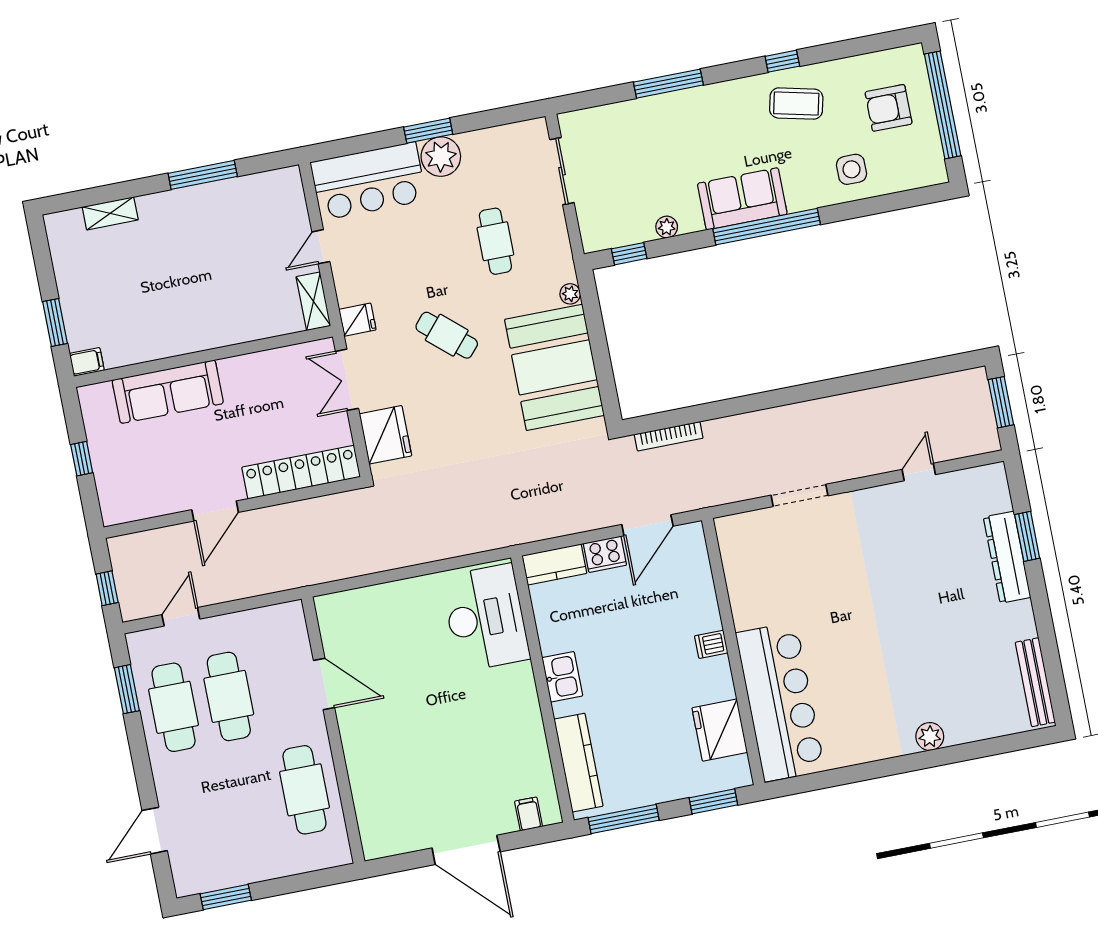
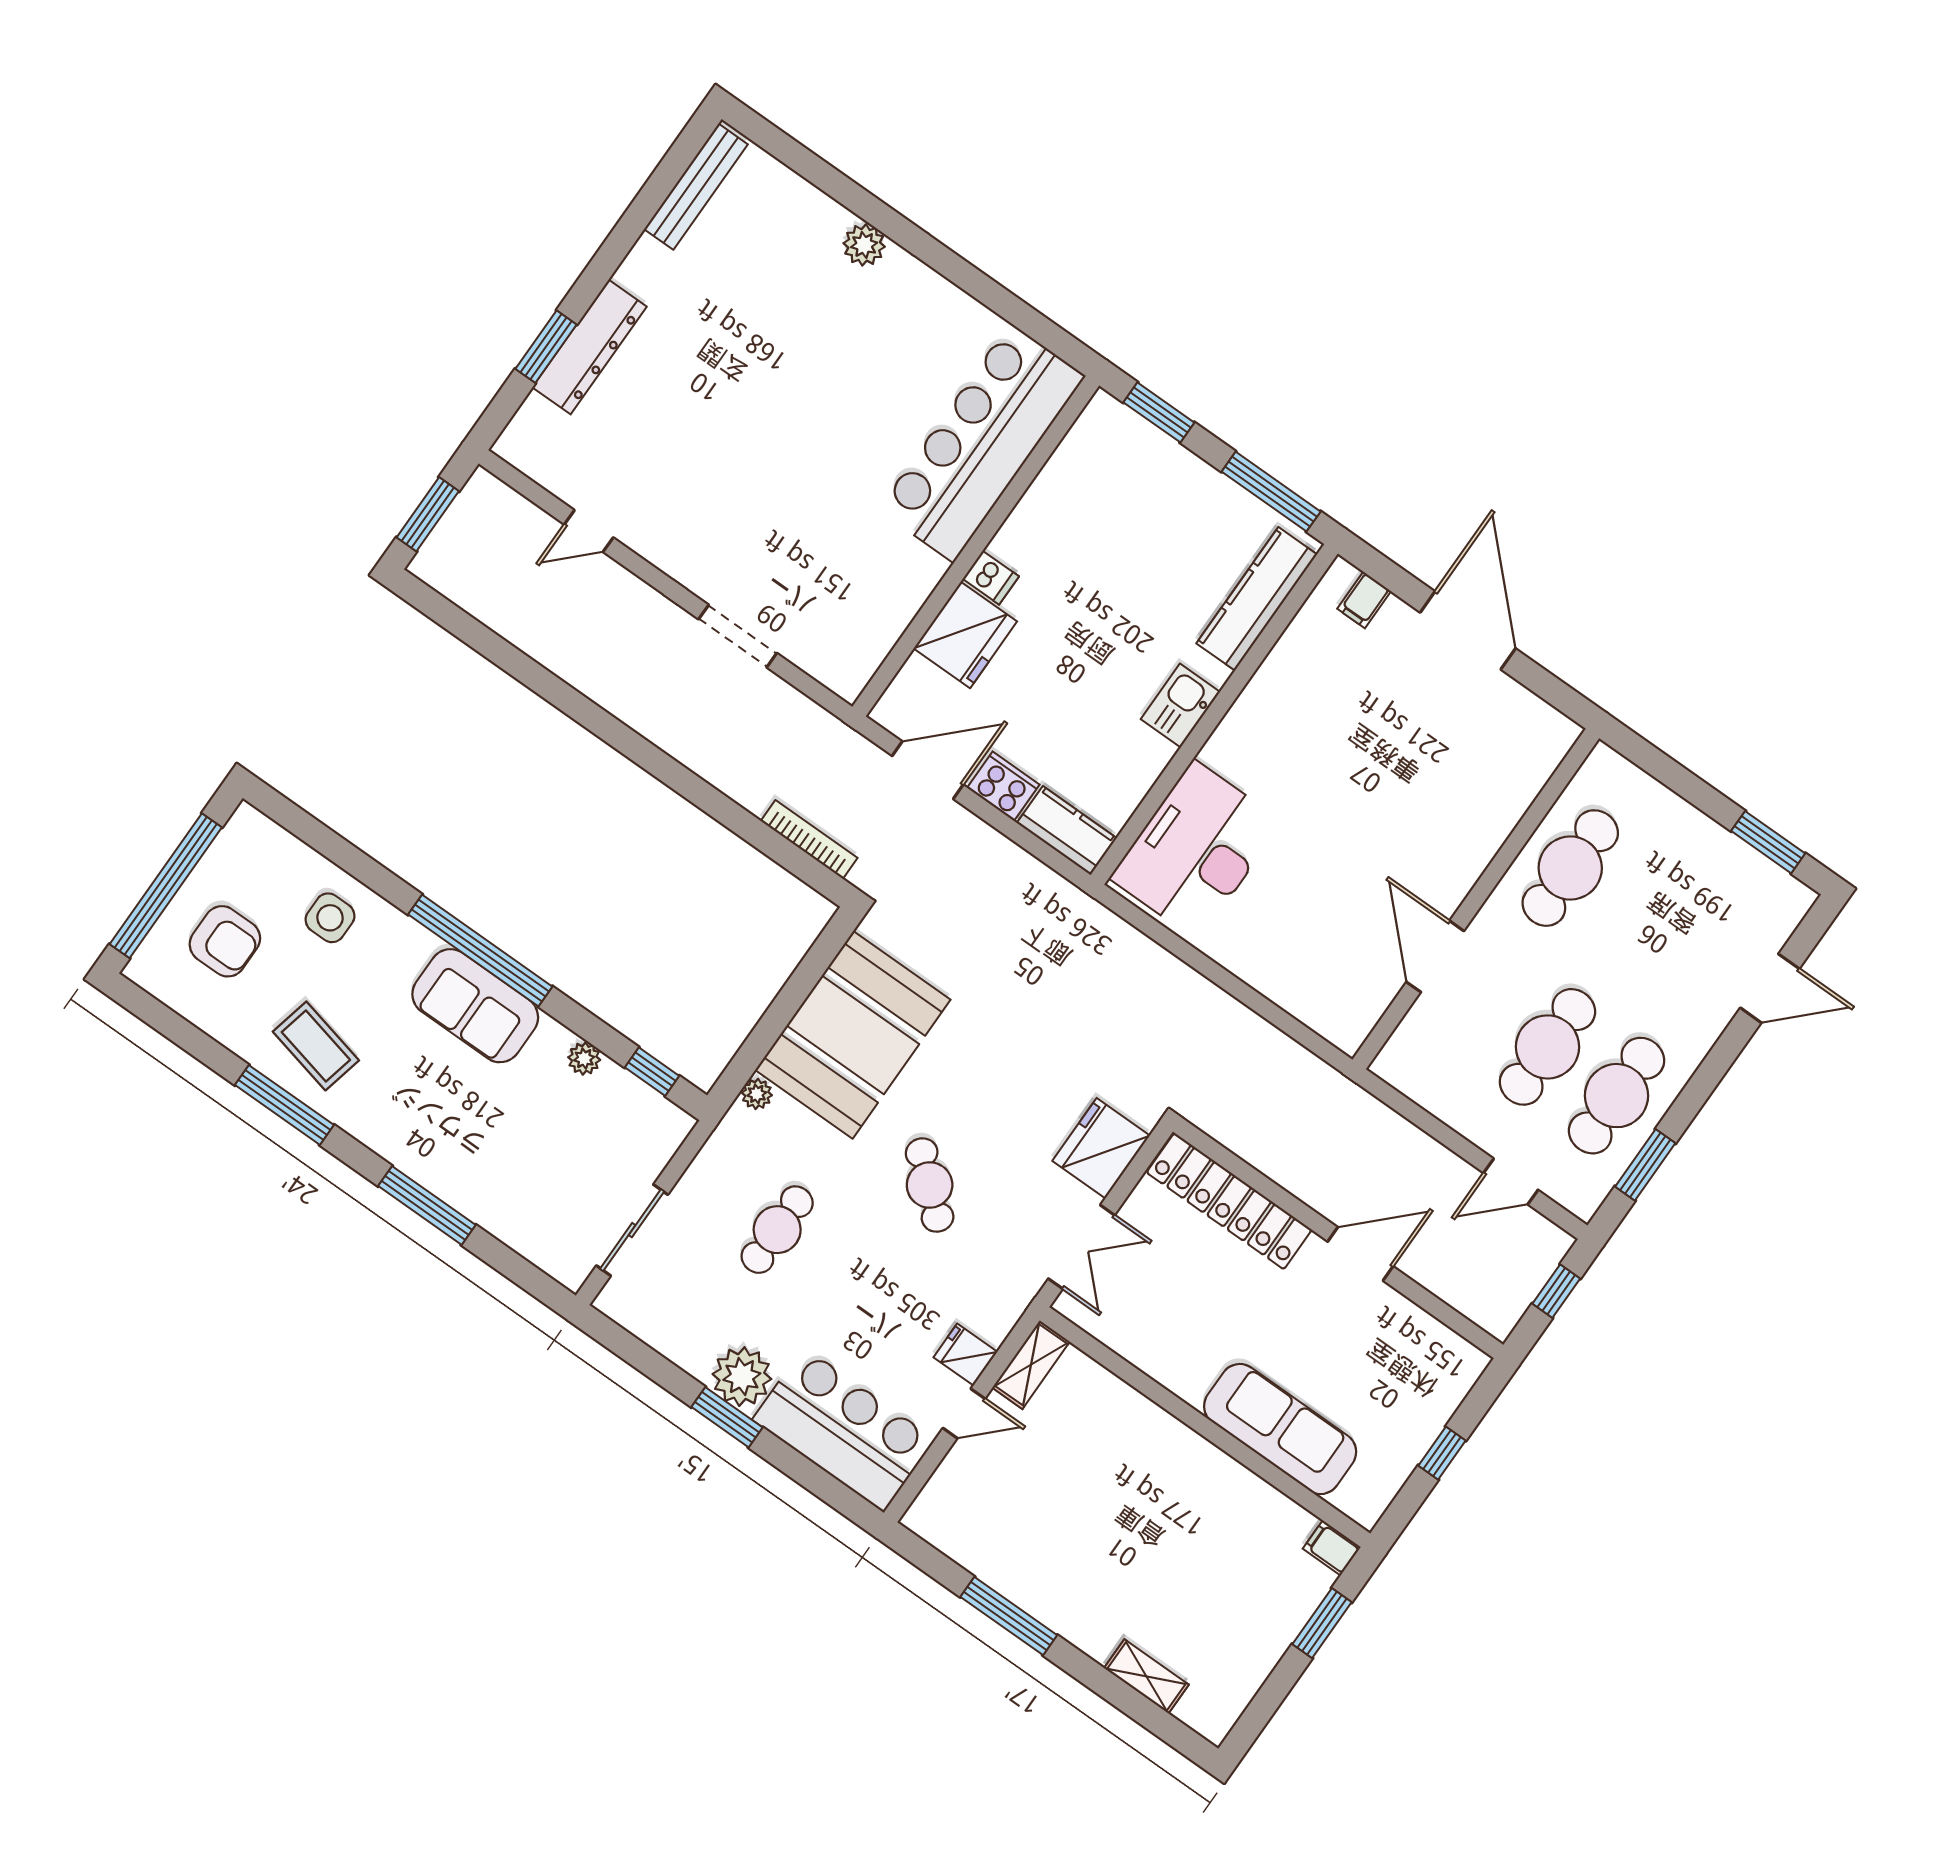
window: (782, 61) -> (284, 1105), width x2.17
fridge: (357, 320) -> (965, 1355), moved
fridge: (720, 730) -> (965, 635), moved

